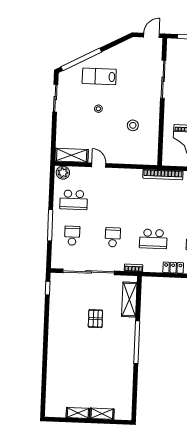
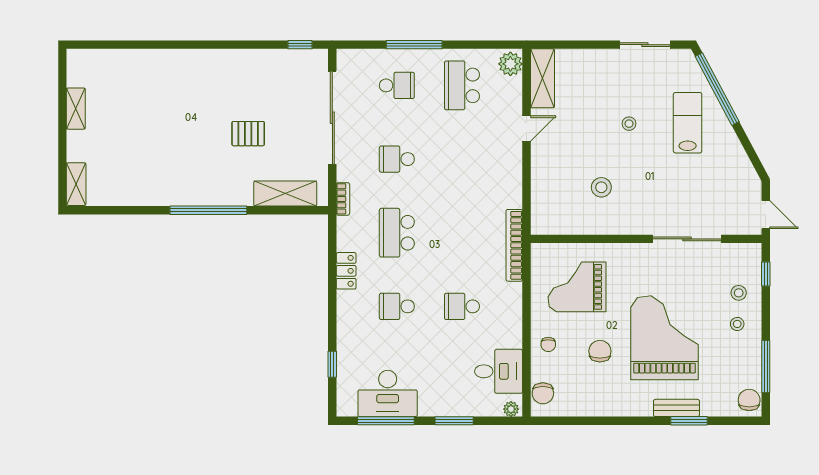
school desk: (113, 237) -> (397, 159), turned 180
shelving: (102, 414) -> (76, 184), moved

